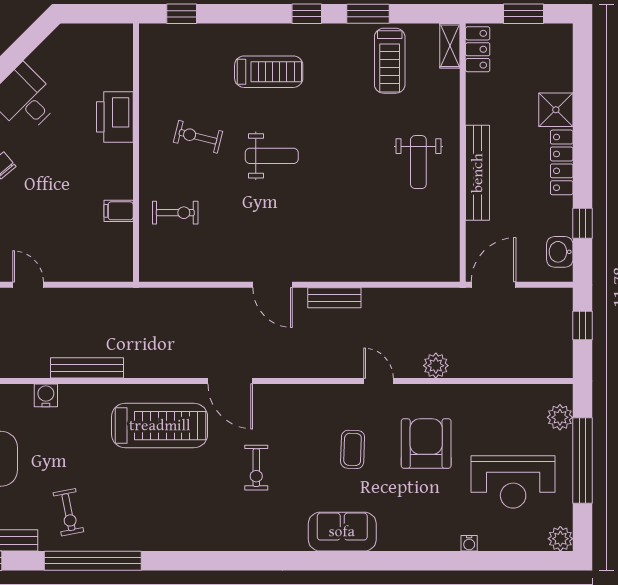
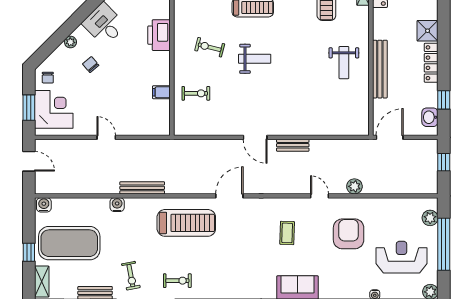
door: (230, 381) -> (229, 196), swing flipped
coffee table: (353, 449) -> (287, 233), moved
exercise bike: (256, 468) -> (177, 281), moved, turned -90
reception desk: (513, 482) -> (401, 257), turned 180

